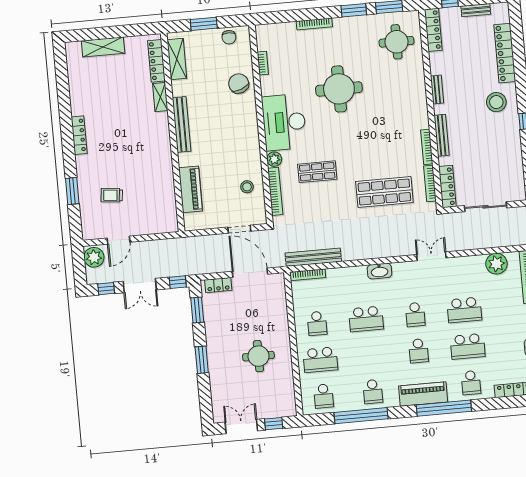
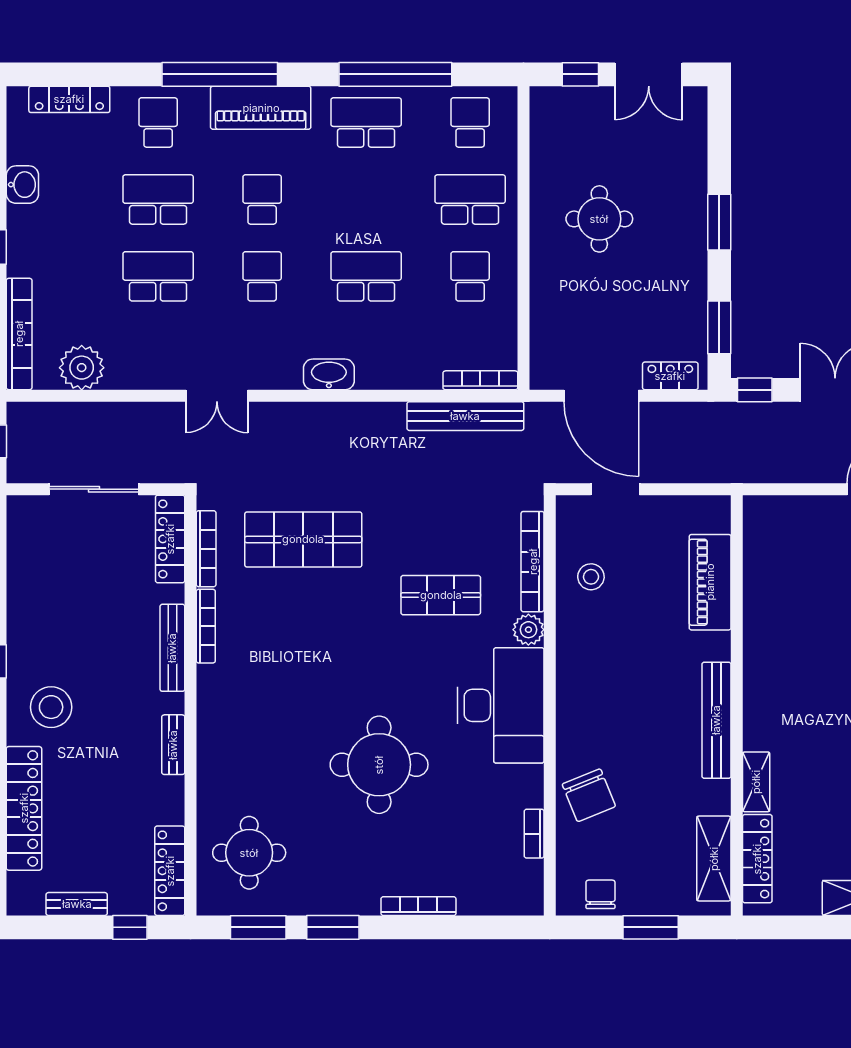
school desk: (373, 392) -> (366, 123), width x1.85

